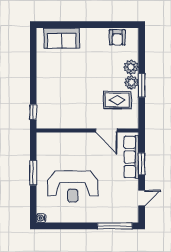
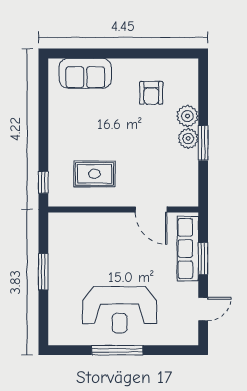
armchair: (117, 37) -> (151, 93), moved
rug: (117, 100) -> (94, 174), moved
reception desk: (73, 186) -> (120, 310), moved
water cooler: (41, 218) -> (55, 339), removed
window: (115, 226) -> (117, 350), moved

